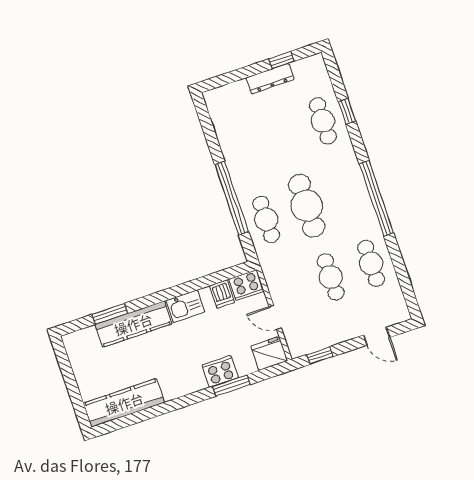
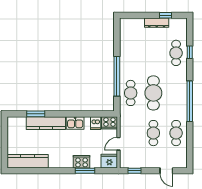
door: (275, 317) -> (119, 144), hinge flipped

